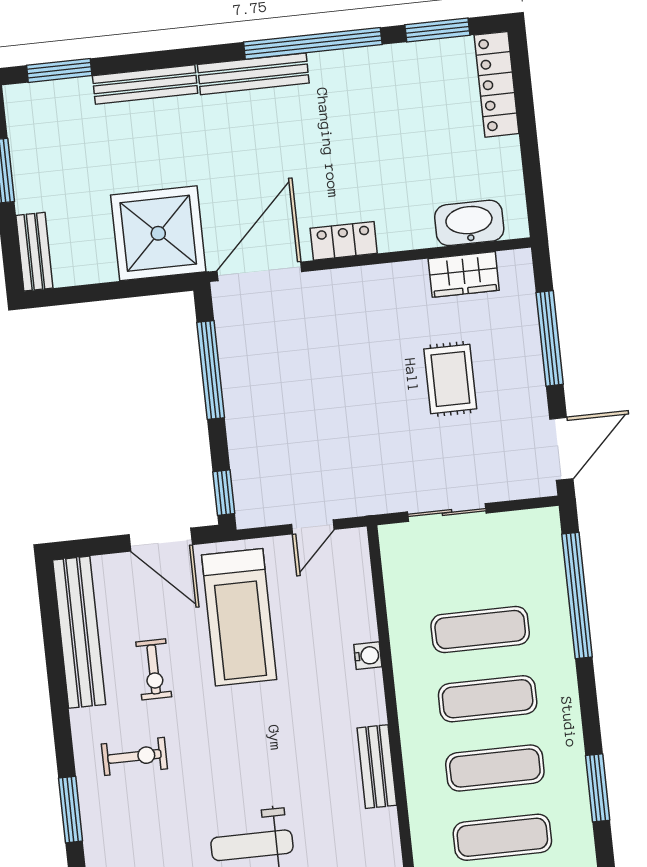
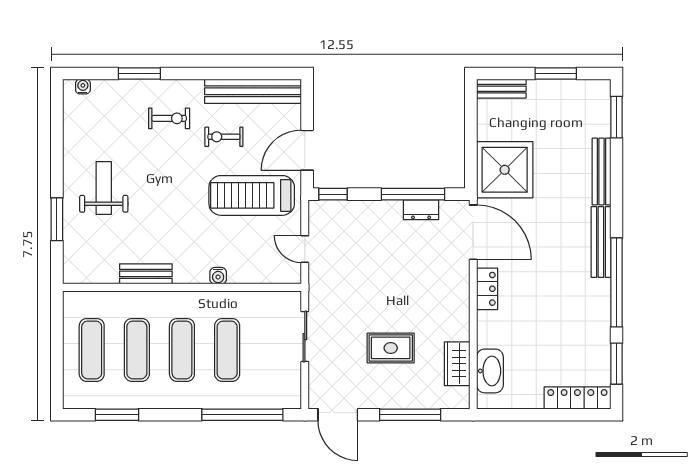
dresser: (233, 355) -> (421, 210), added
exercise bike: (134, 756) -> (169, 118), turned -90

